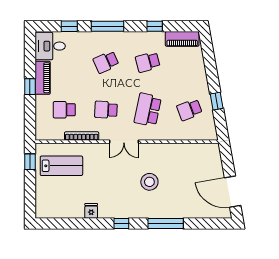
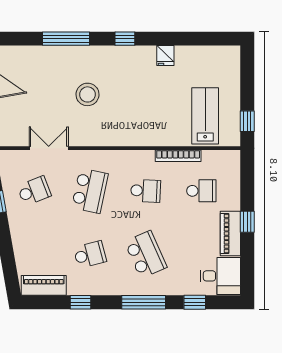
school desk: (106, 62) -> (146, 255), width x1.85
double door: (124, 142) -> (49, 148), moved
lab bench: (61, 166) -> (205, 116), turned 90

